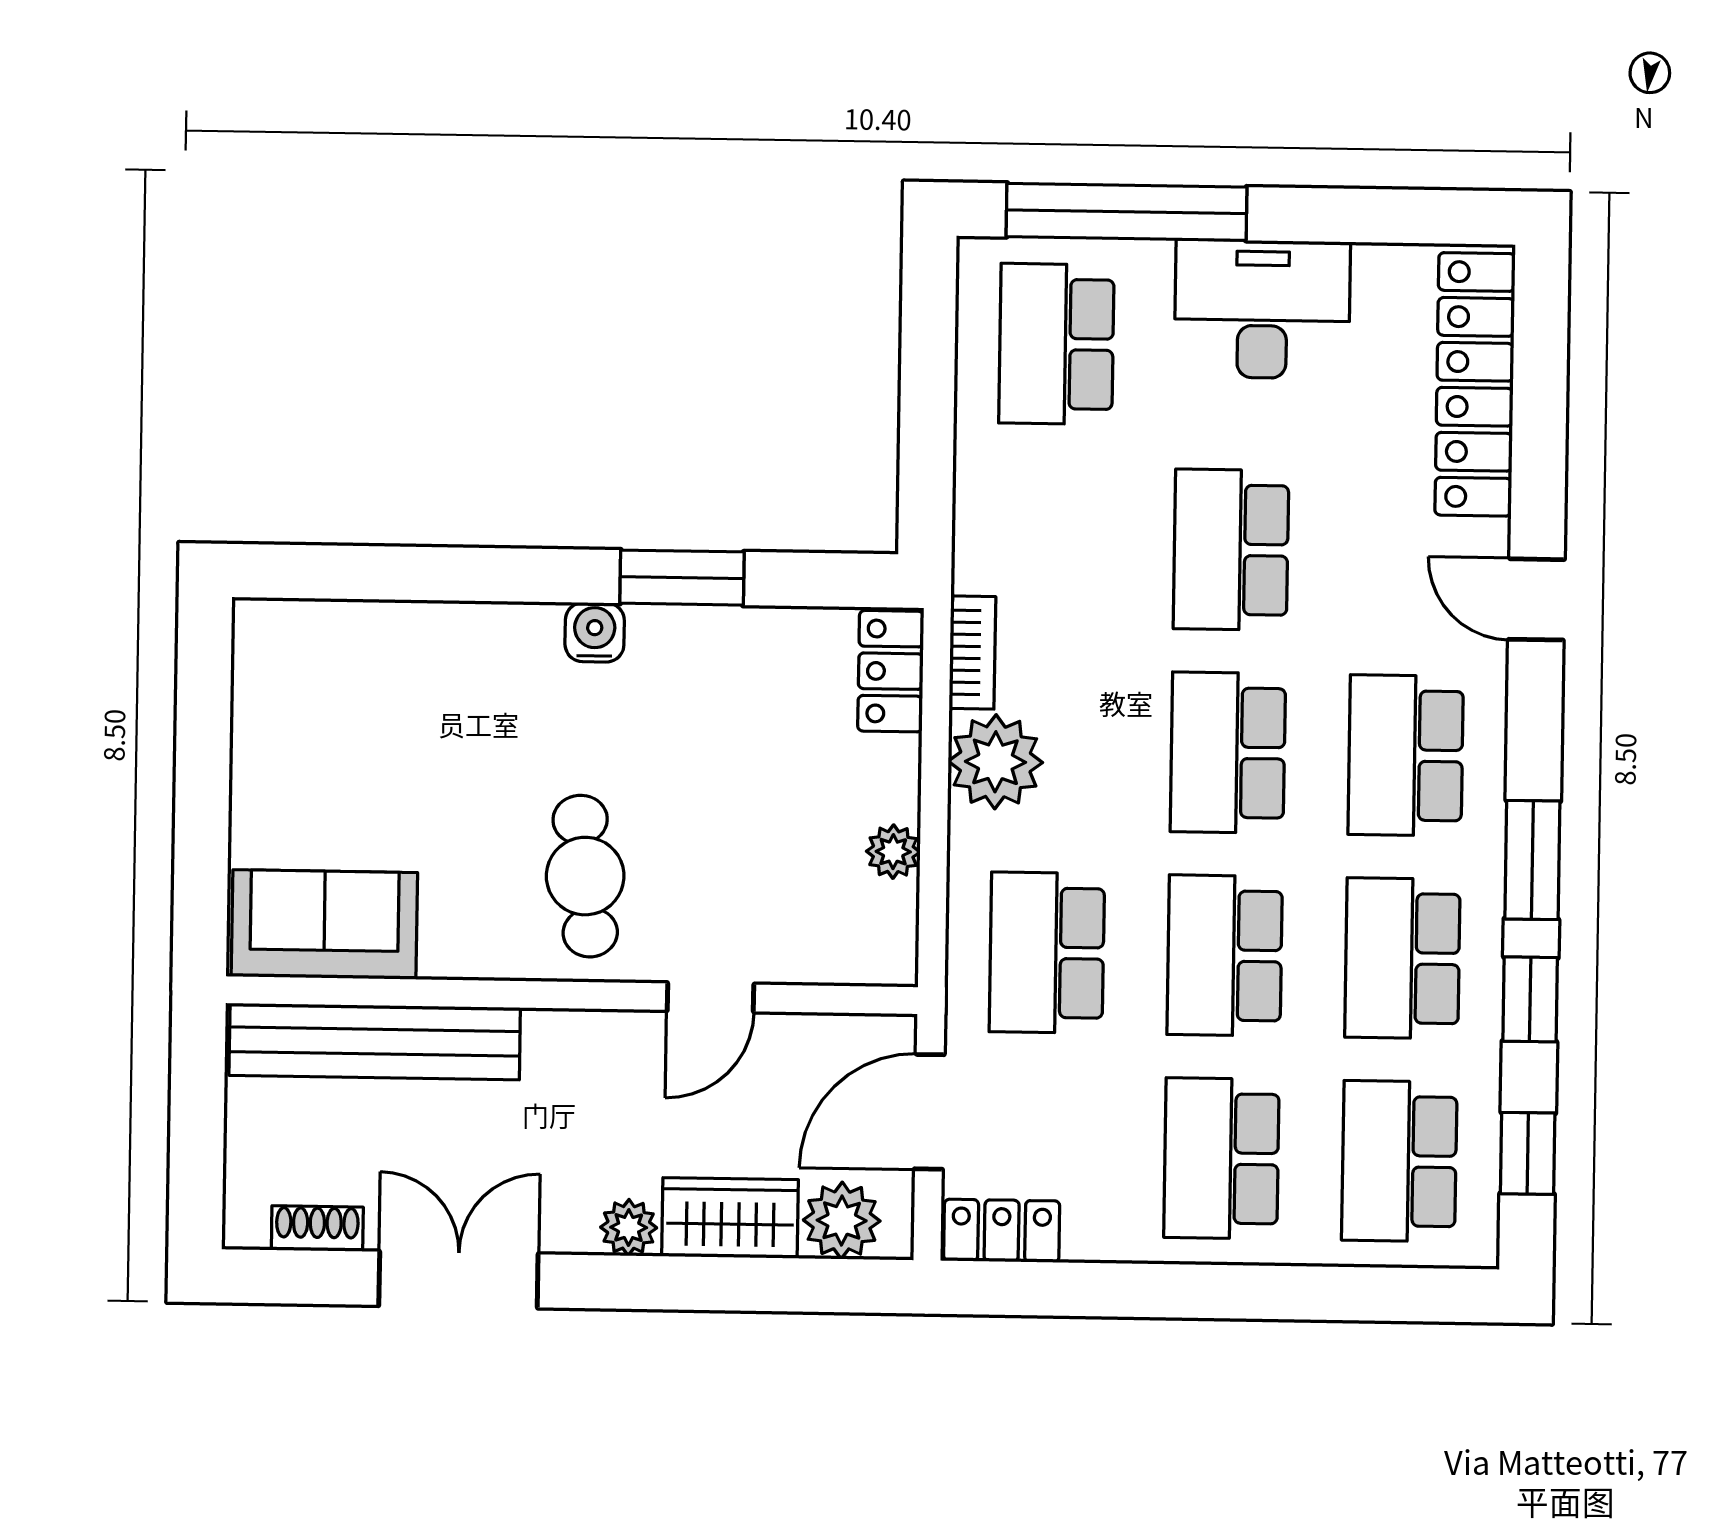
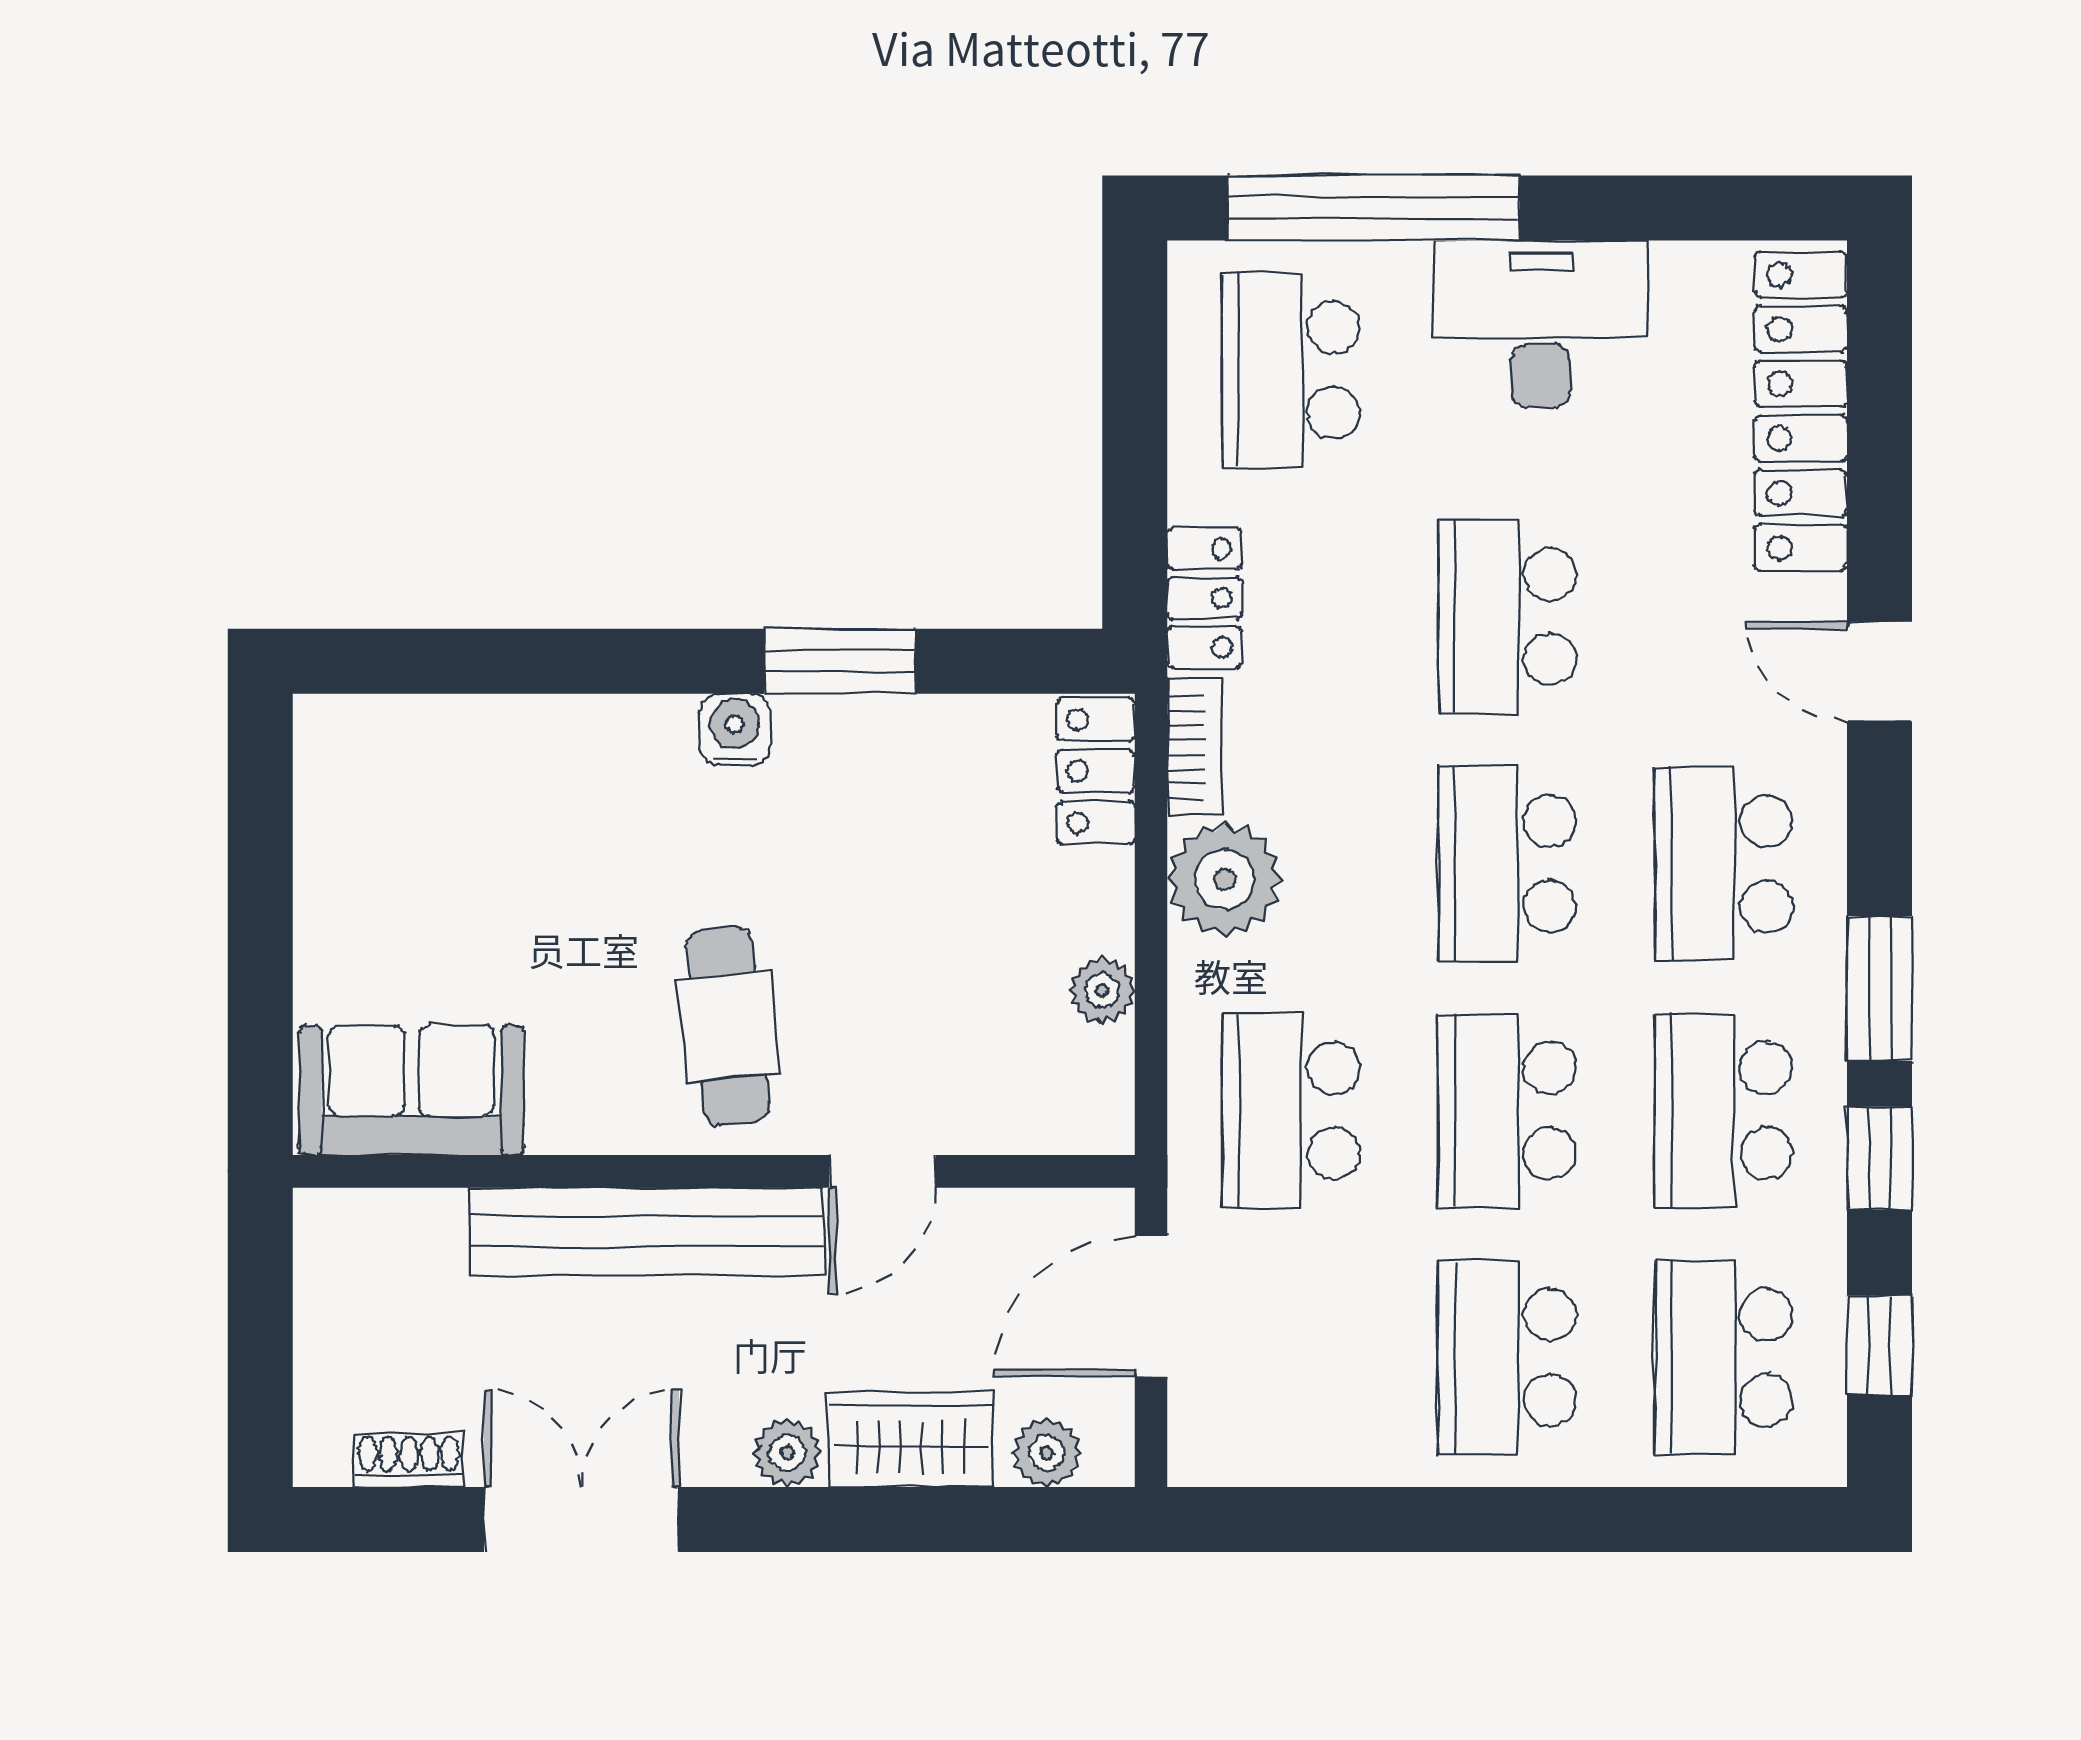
bench: (375, 1042) -> (646, 1231), moved
plant: (842, 1220) -> (1046, 1453), width x0.73, depth x0.73
locker: (1002, 1231) -> (1205, 598), moved, turned 90

